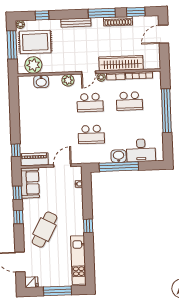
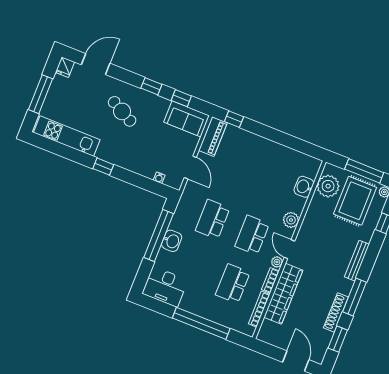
desk: (141, 150) -> (165, 287), moved, turned -90
cafe table: (44, 230) -> (122, 111), width x0.73, depth x0.74

